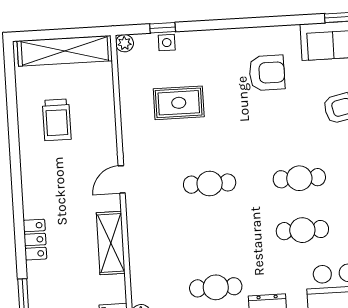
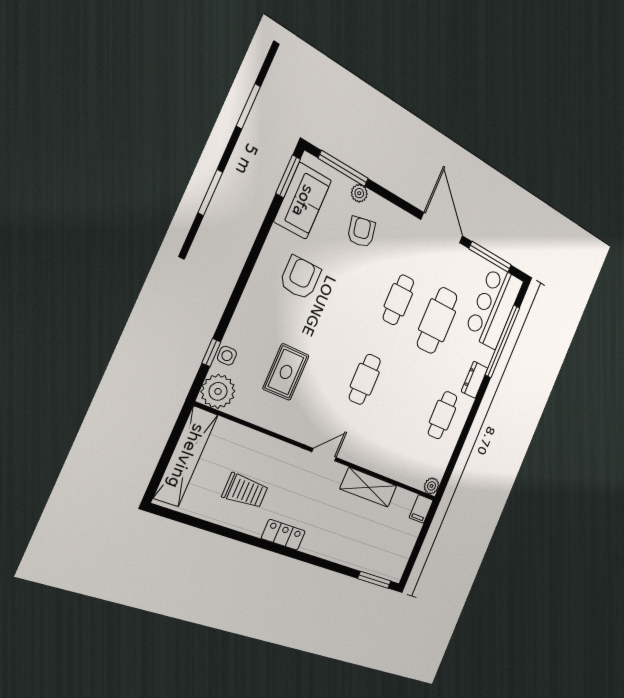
plant: (125, 43) -> (218, 391), width x1.88, depth x1.88
door: (122, 179) -> (324, 455), swing flipped
cafe table: (302, 230) -> (437, 320), width x1.37, depth x1.35
locker: (35, 240) -> (283, 535), moved

